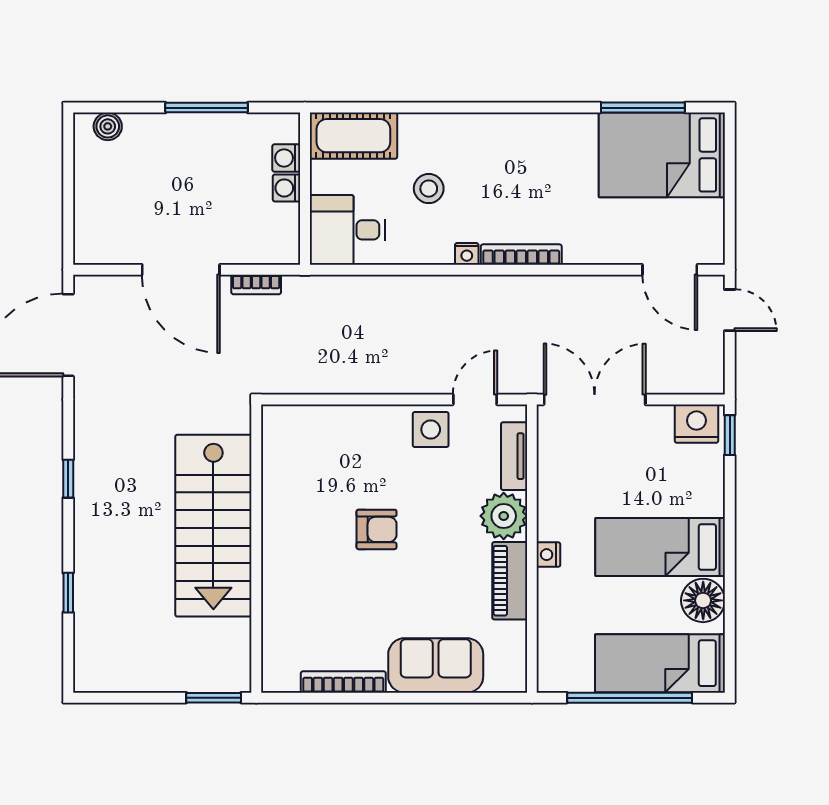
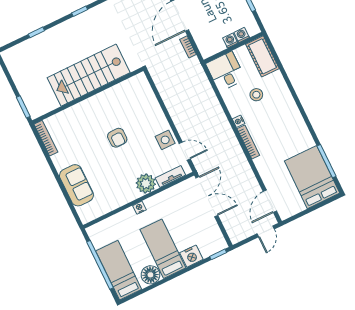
nightstand: (697, 424) -> (191, 256), moved, turned 90
piano: (510, 581) -> (122, 198), removed
bookcase: (343, 682) -> (46, 138), moved

